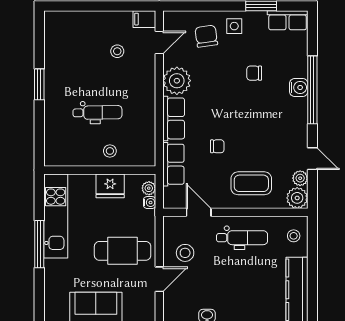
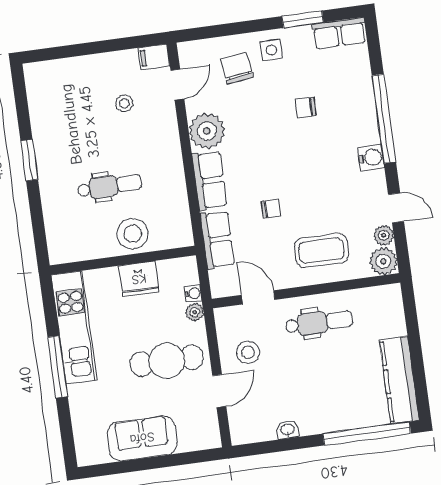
water cooler: (299, 87) -> (371, 158), moved
stool: (110, 151) -> (133, 234), width x1.89, depth x1.89
plant: (149, 188) -> (195, 312), moved
stool: (294, 236) -> (385, 311), removed

